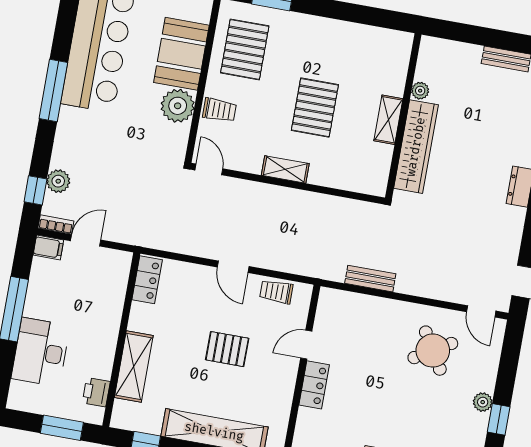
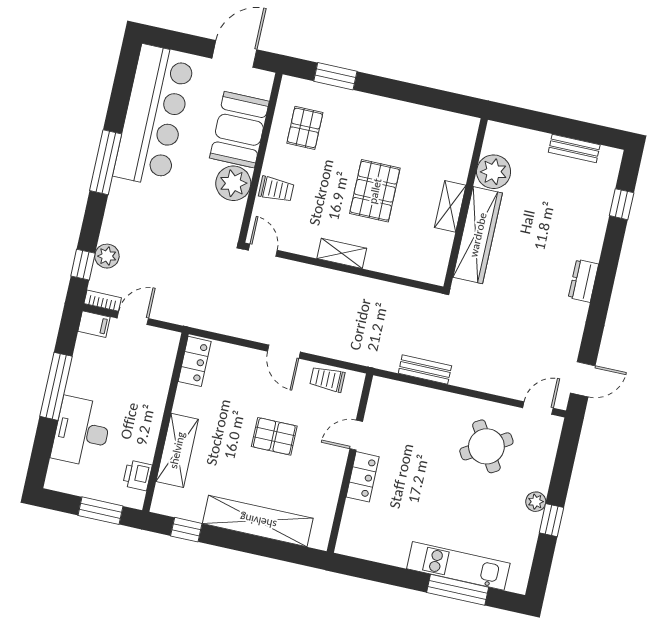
pallet: (245, 49) -> (305, 128), width x0.67, depth x0.71
plant: (420, 91) -> (494, 172), width x1.87, depth x1.87
door: (481, 311) -> (538, 408), swing flipped

